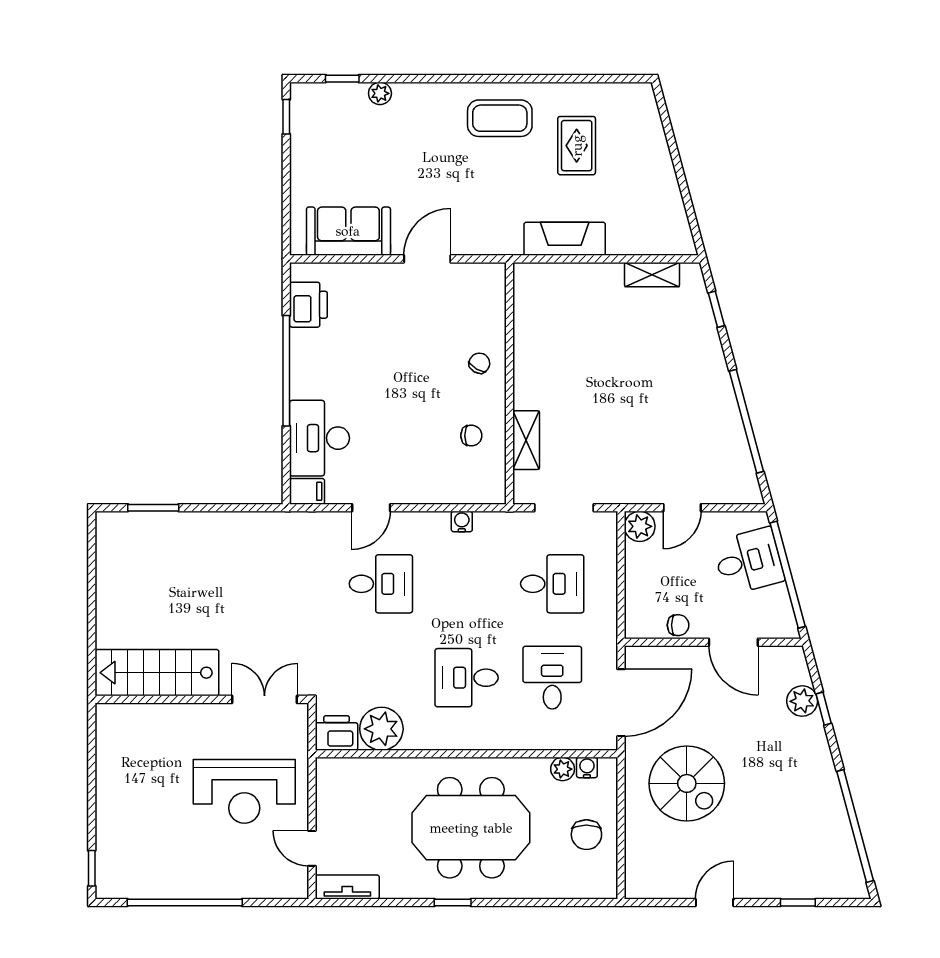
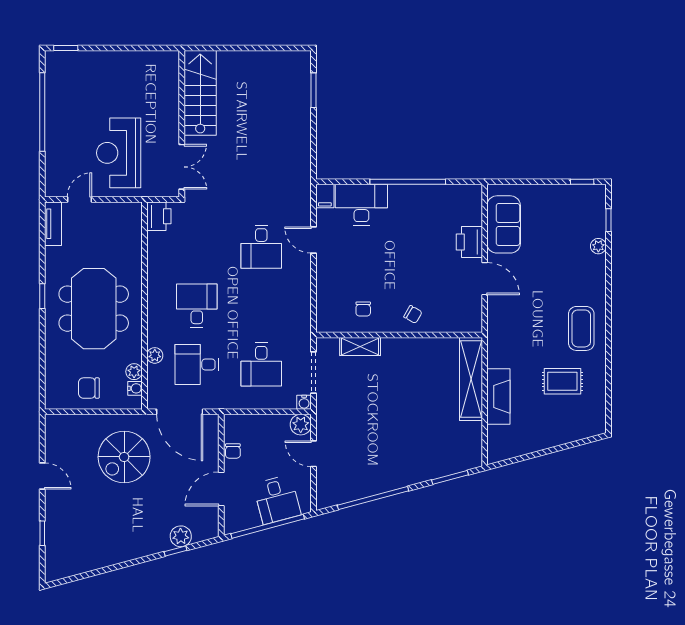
fireplace: (565, 239) -> (498, 397), moved
shelving: (652, 275) -> (471, 379), moved, width x2.20, depth x1.33
printer: (308, 305) -> (469, 242), moved, turned 90
window: (716, 309) -> (450, 477), width x1.50
water cooler: (462, 522) -> (304, 402), moved, turned 90
desk: (552, 678) -> (197, 364), turned 180
plant: (381, 729) -> (155, 355), moved, width x0.53, depth x0.53
window: (855, 826) -> (95, 573), removed

